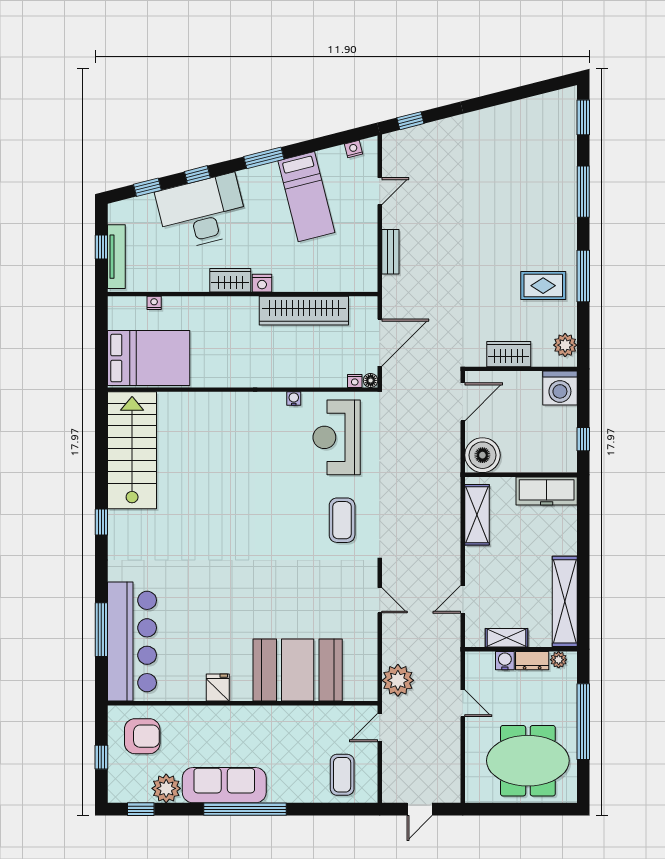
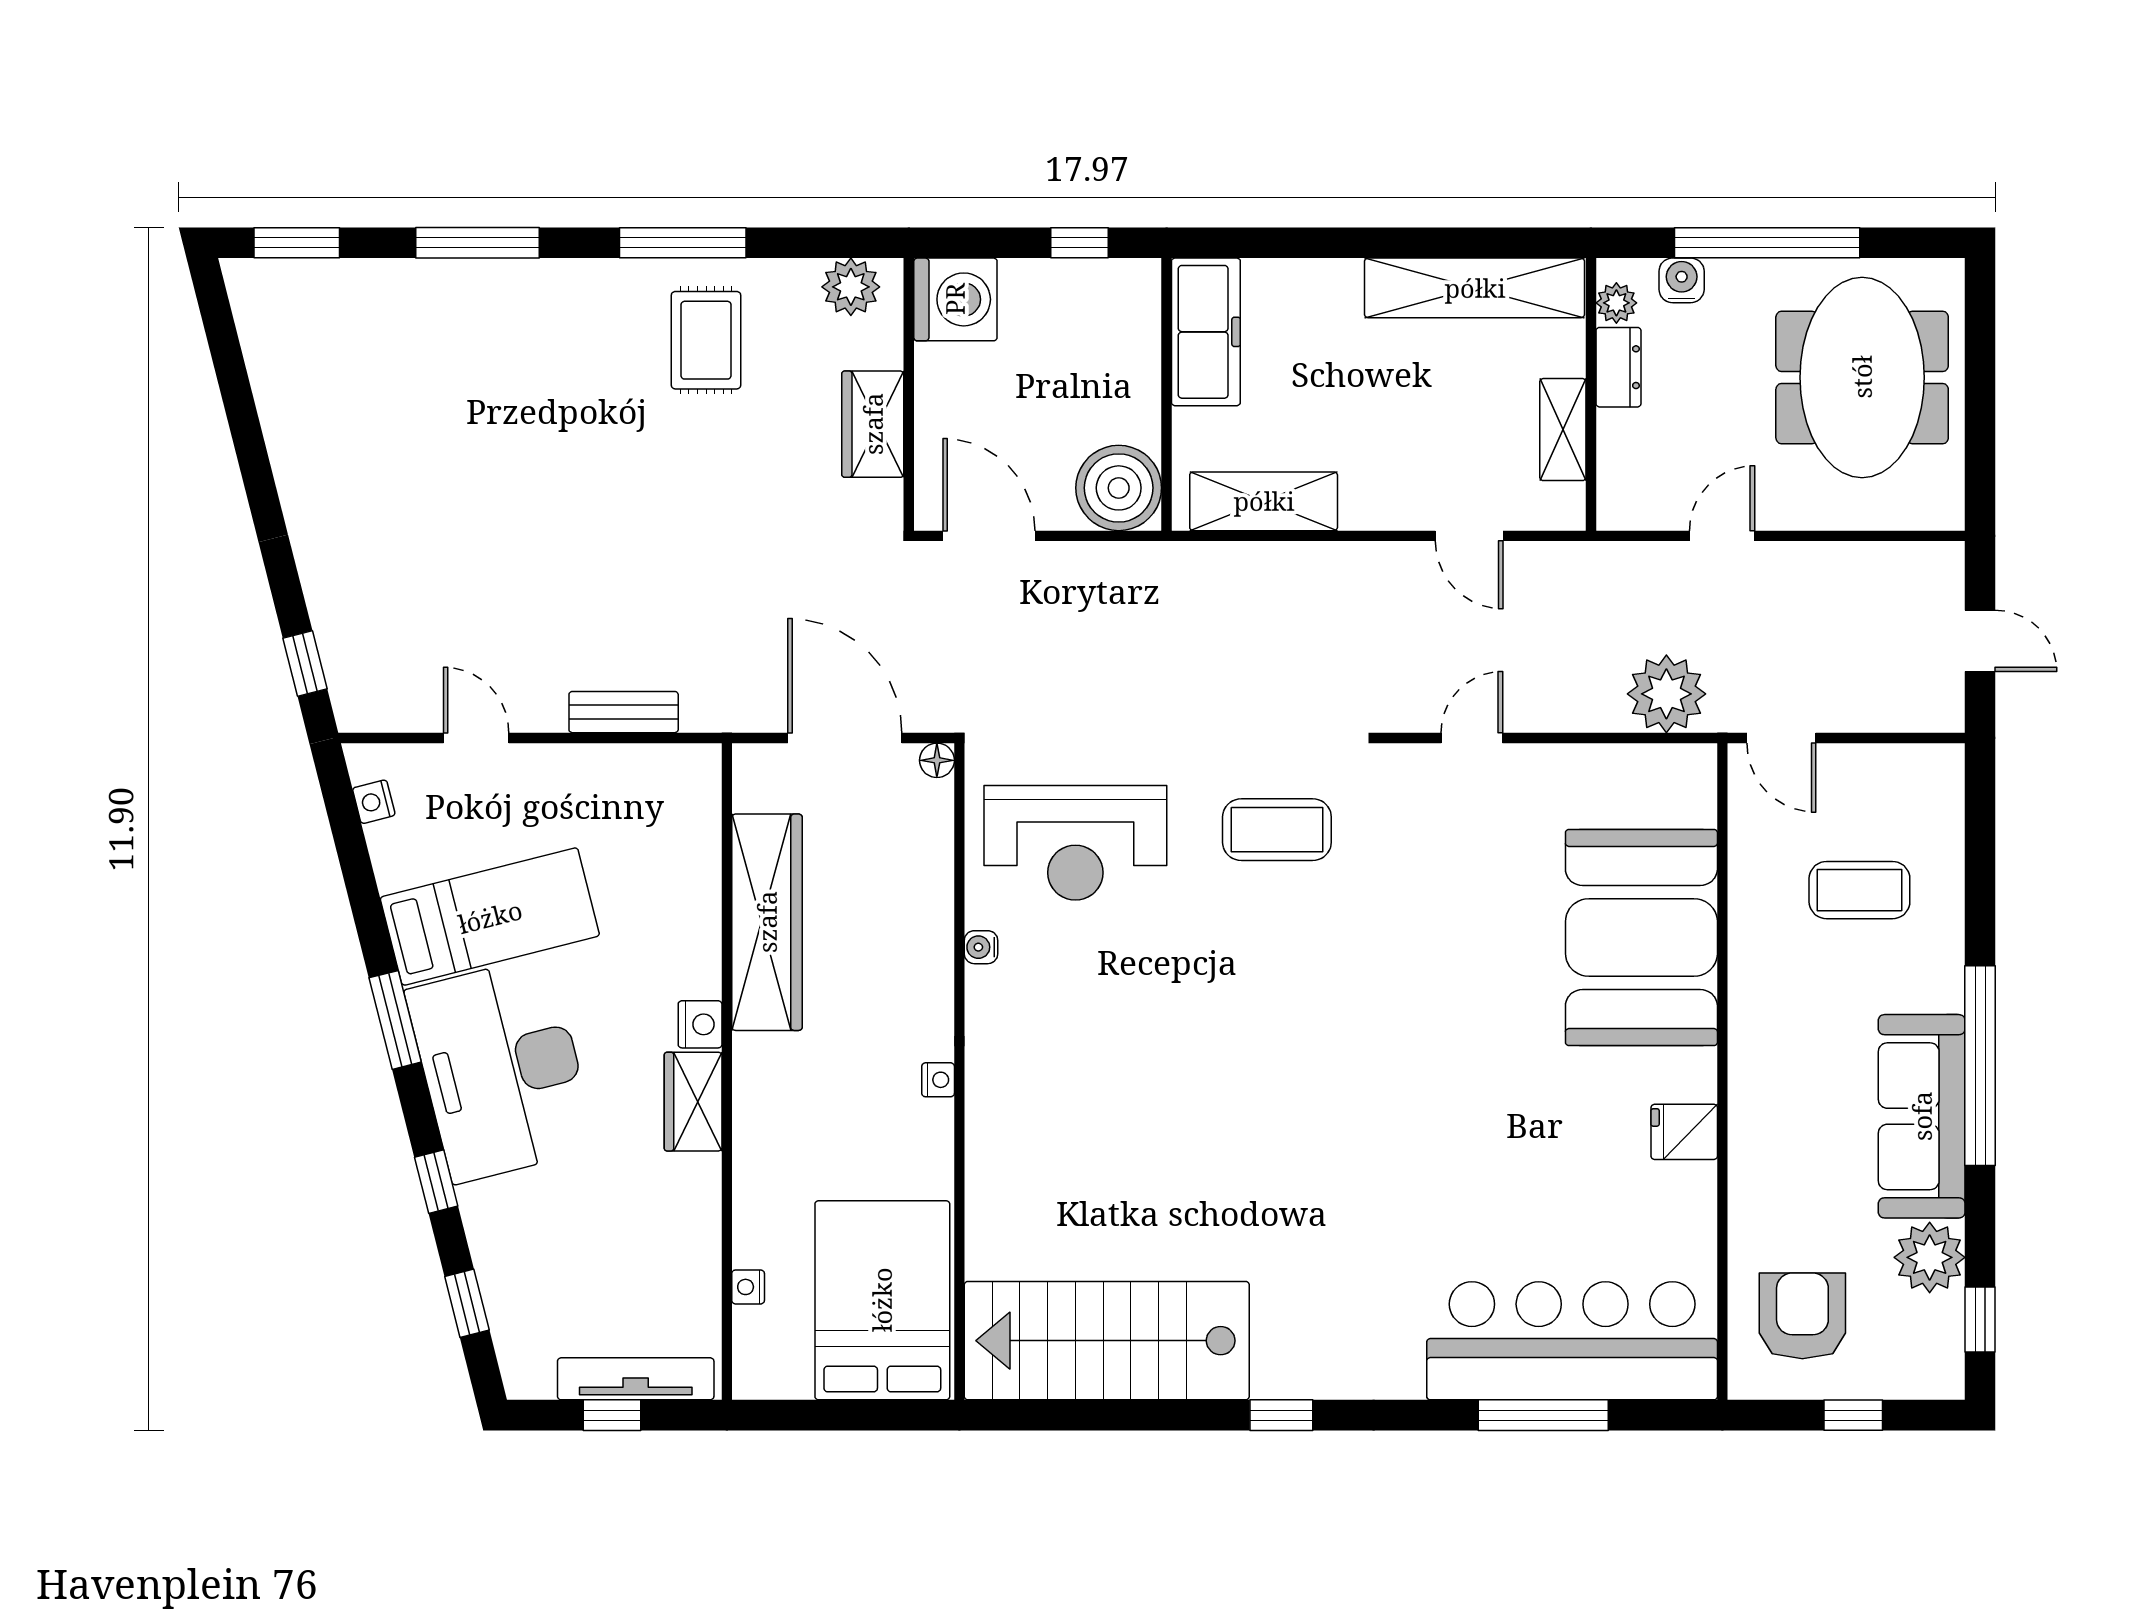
desk: (202, 212) -> (501, 1069), moved
nightstand: (355, 381) -> (938, 1080), moved
water cooler: (505, 661) -> (1682, 280), moved, turned 90
coffee table: (342, 775) -> (1859, 890), moved

